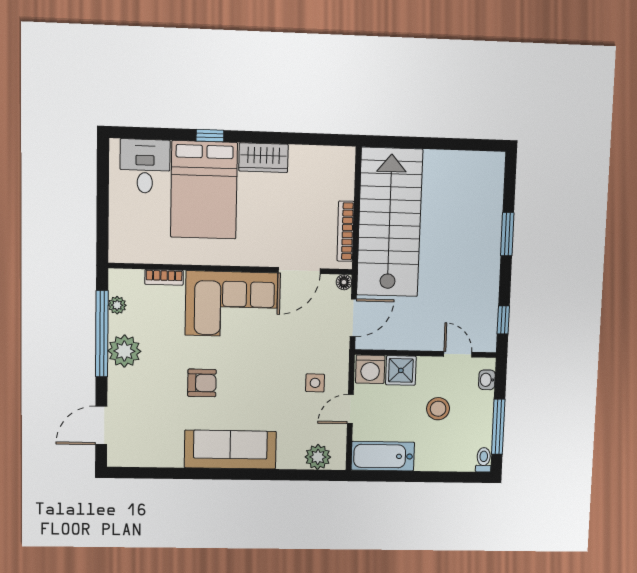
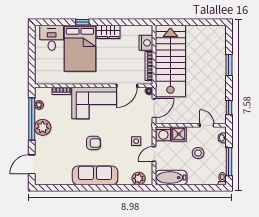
nightstand: (341, 183) -> (146, 43), added
armchair: (202, 383) -> (94, 143), moved

